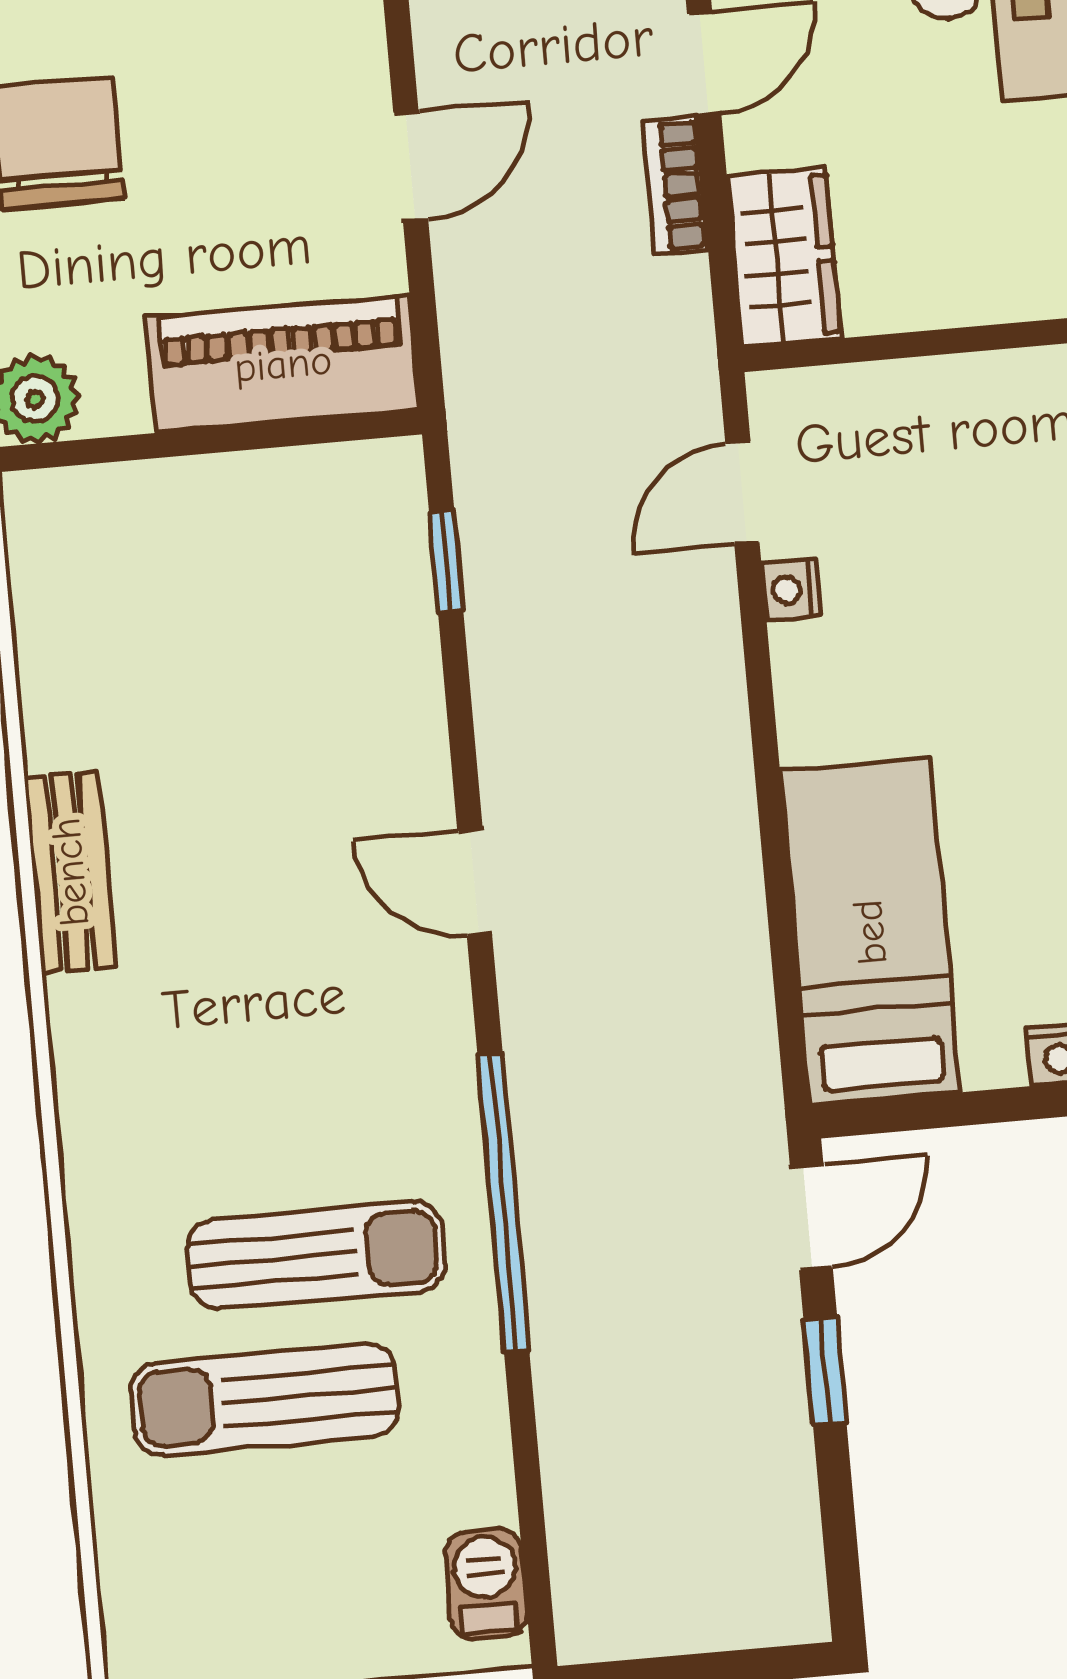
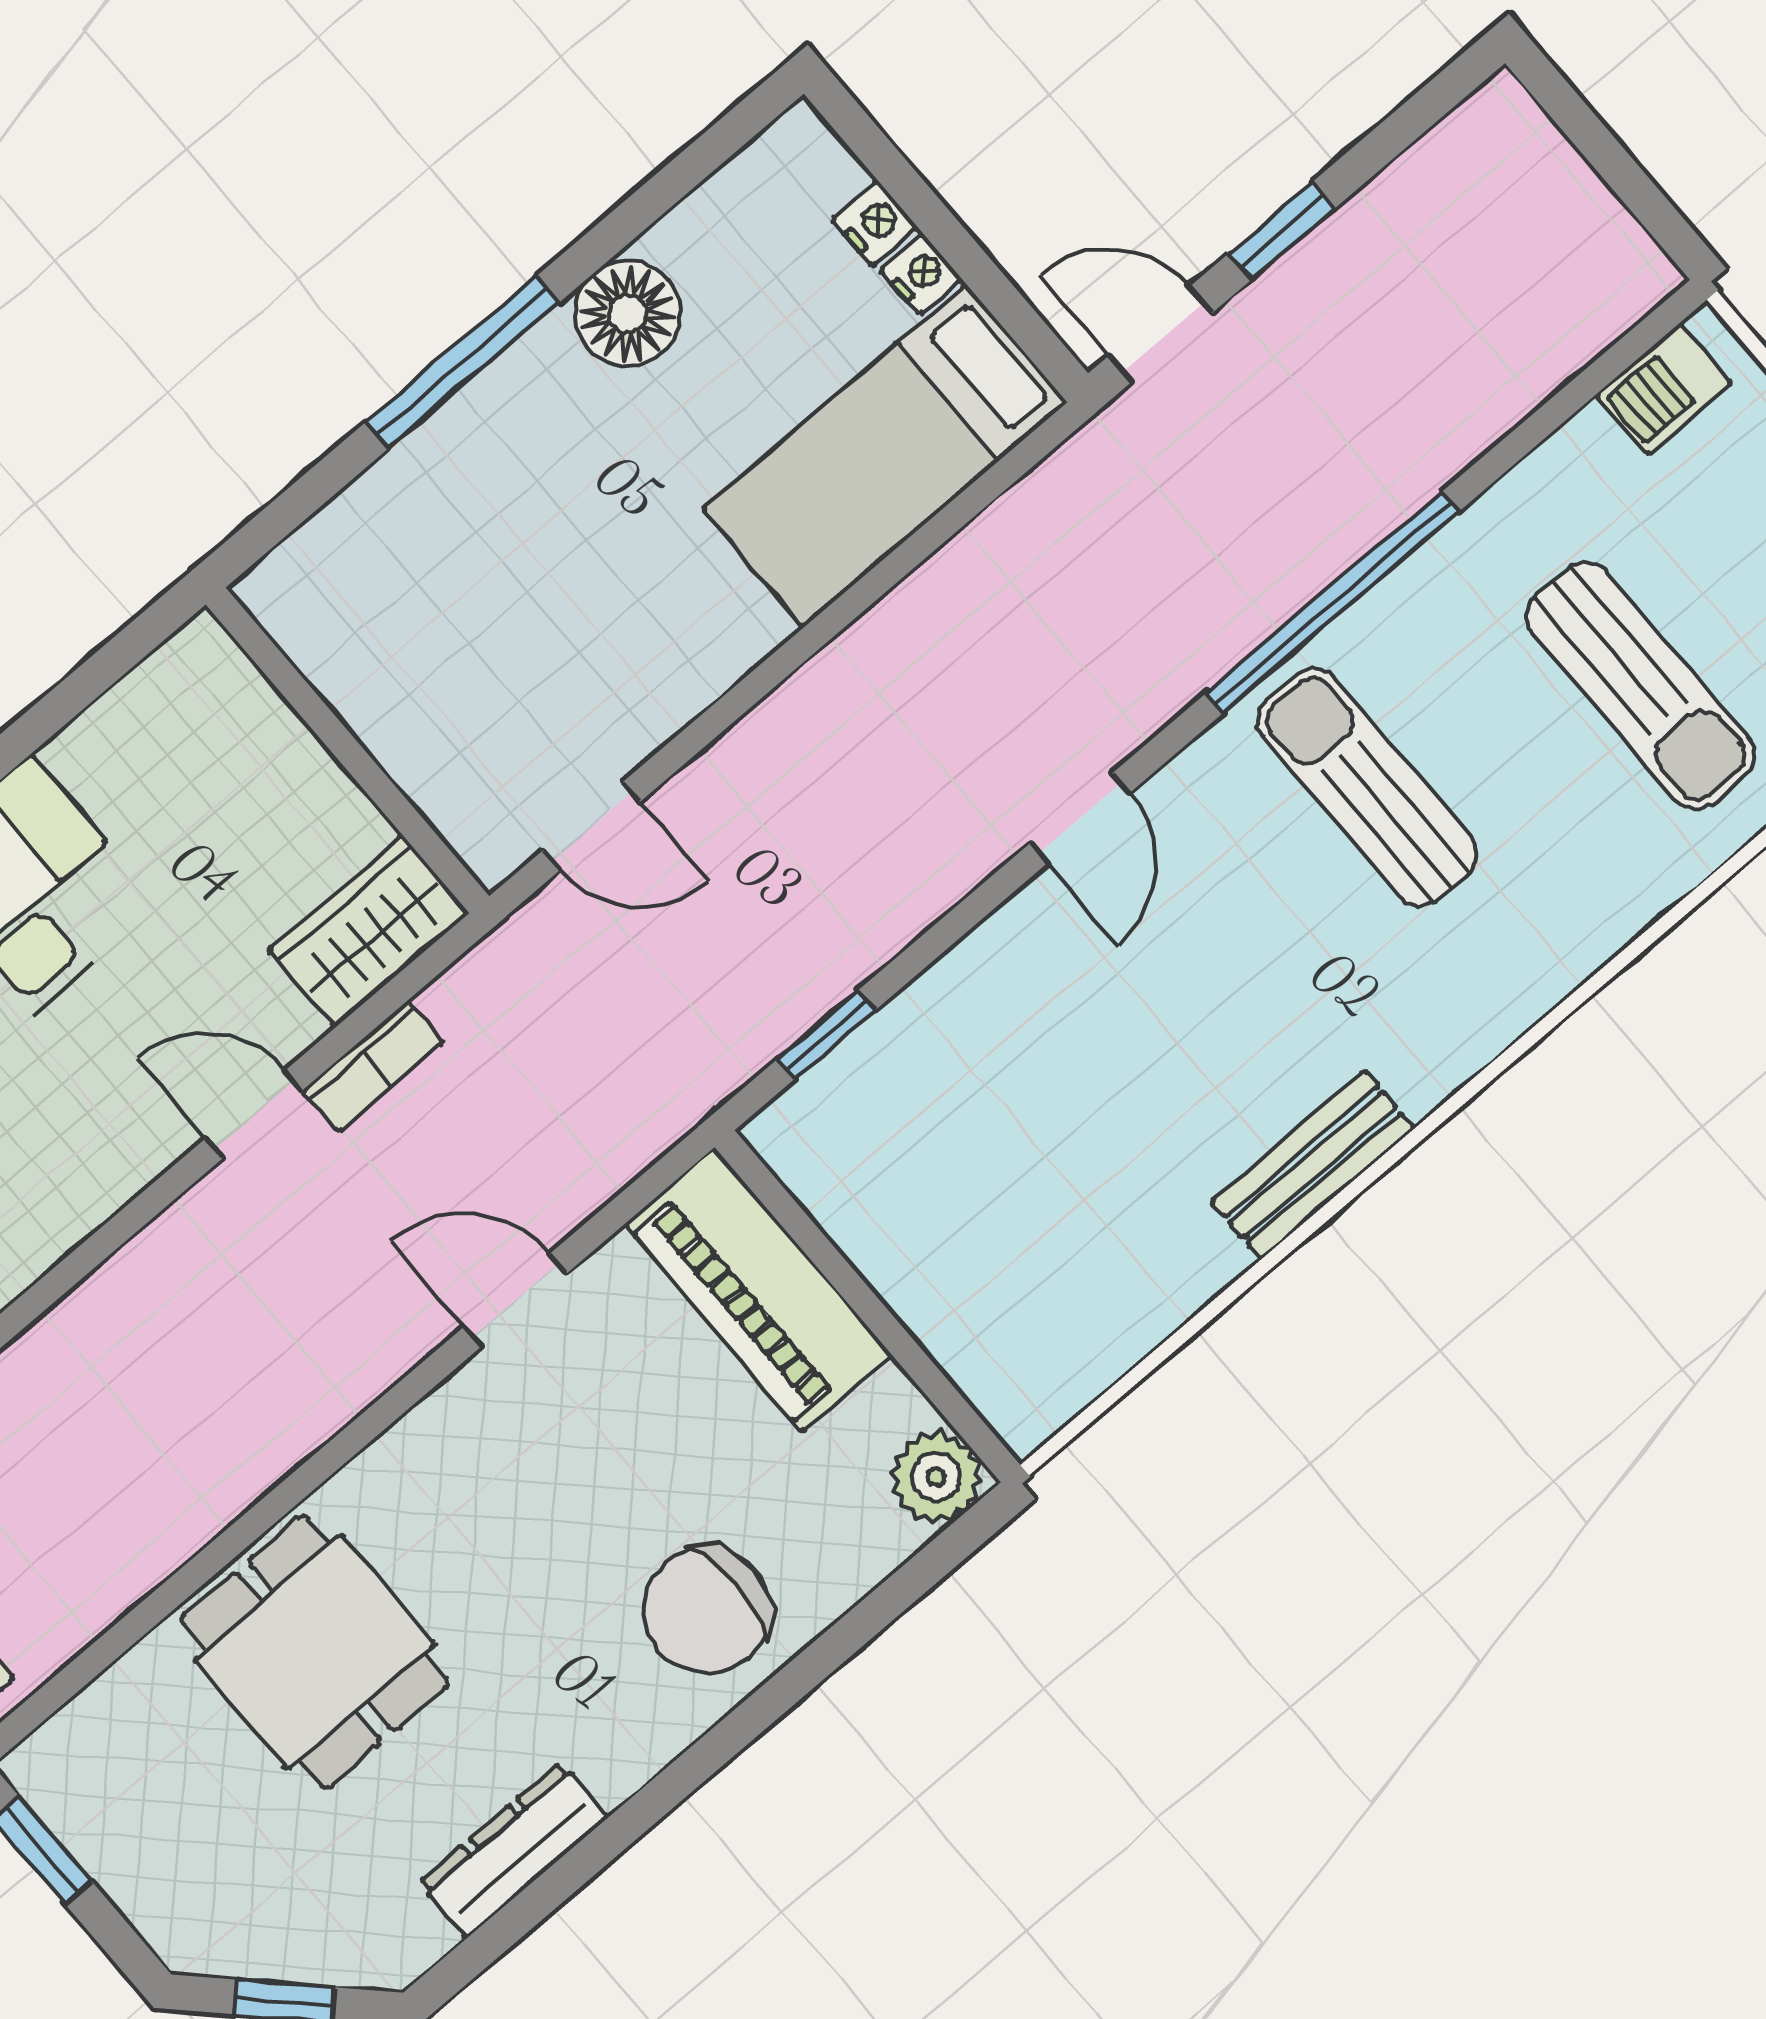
nightstand: (791, 590) -> (921, 274), moved, turned -90
sun lounger: (316, 1256) -> (1367, 788), moved

